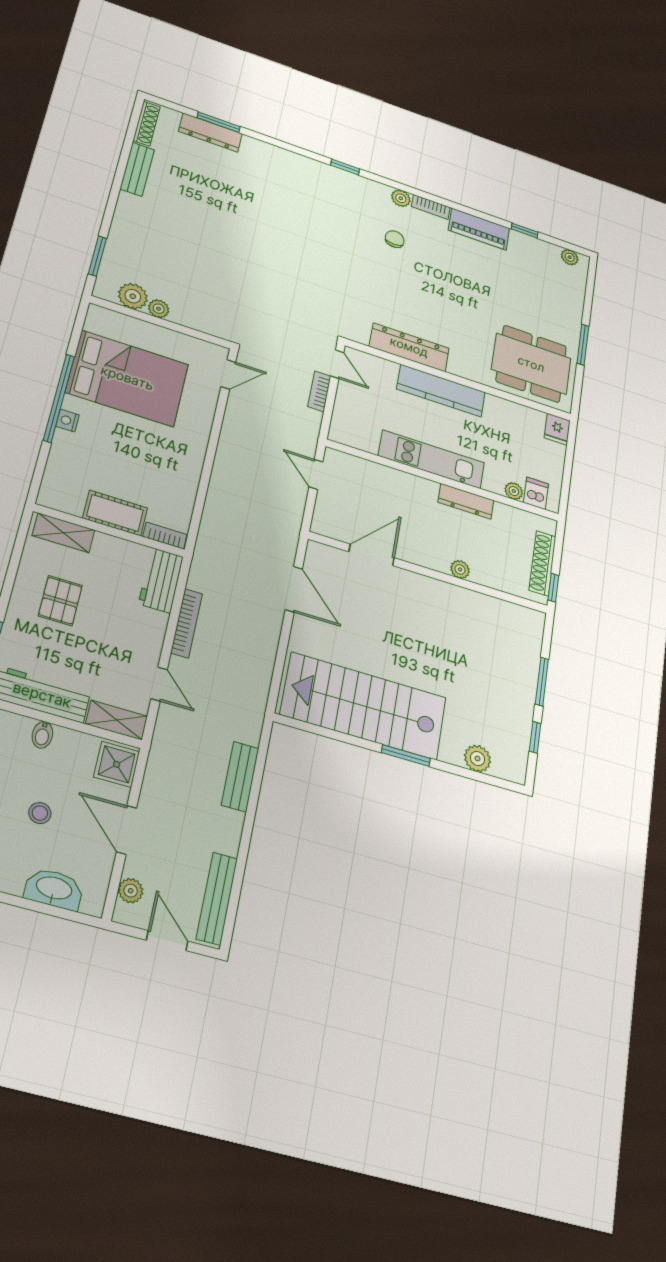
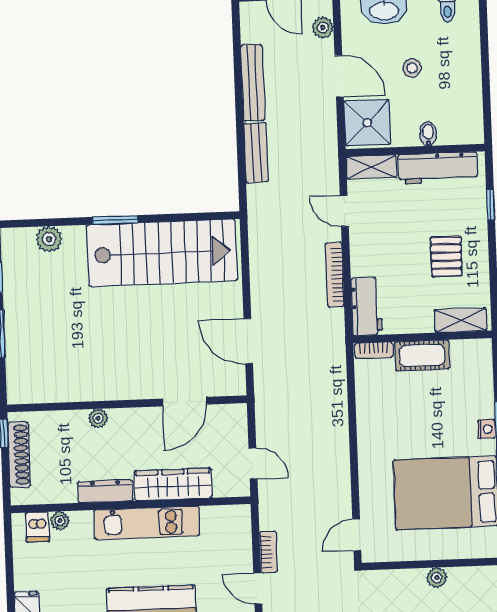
plant: (133, 296) -> (463, 581), removed
wardrobe: (399, 484) -> (173, 484), added
shower: (117, 764) -> (367, 123), width x1.36, depth x1.36
bench: (217, 899) -> (253, 83), moved

